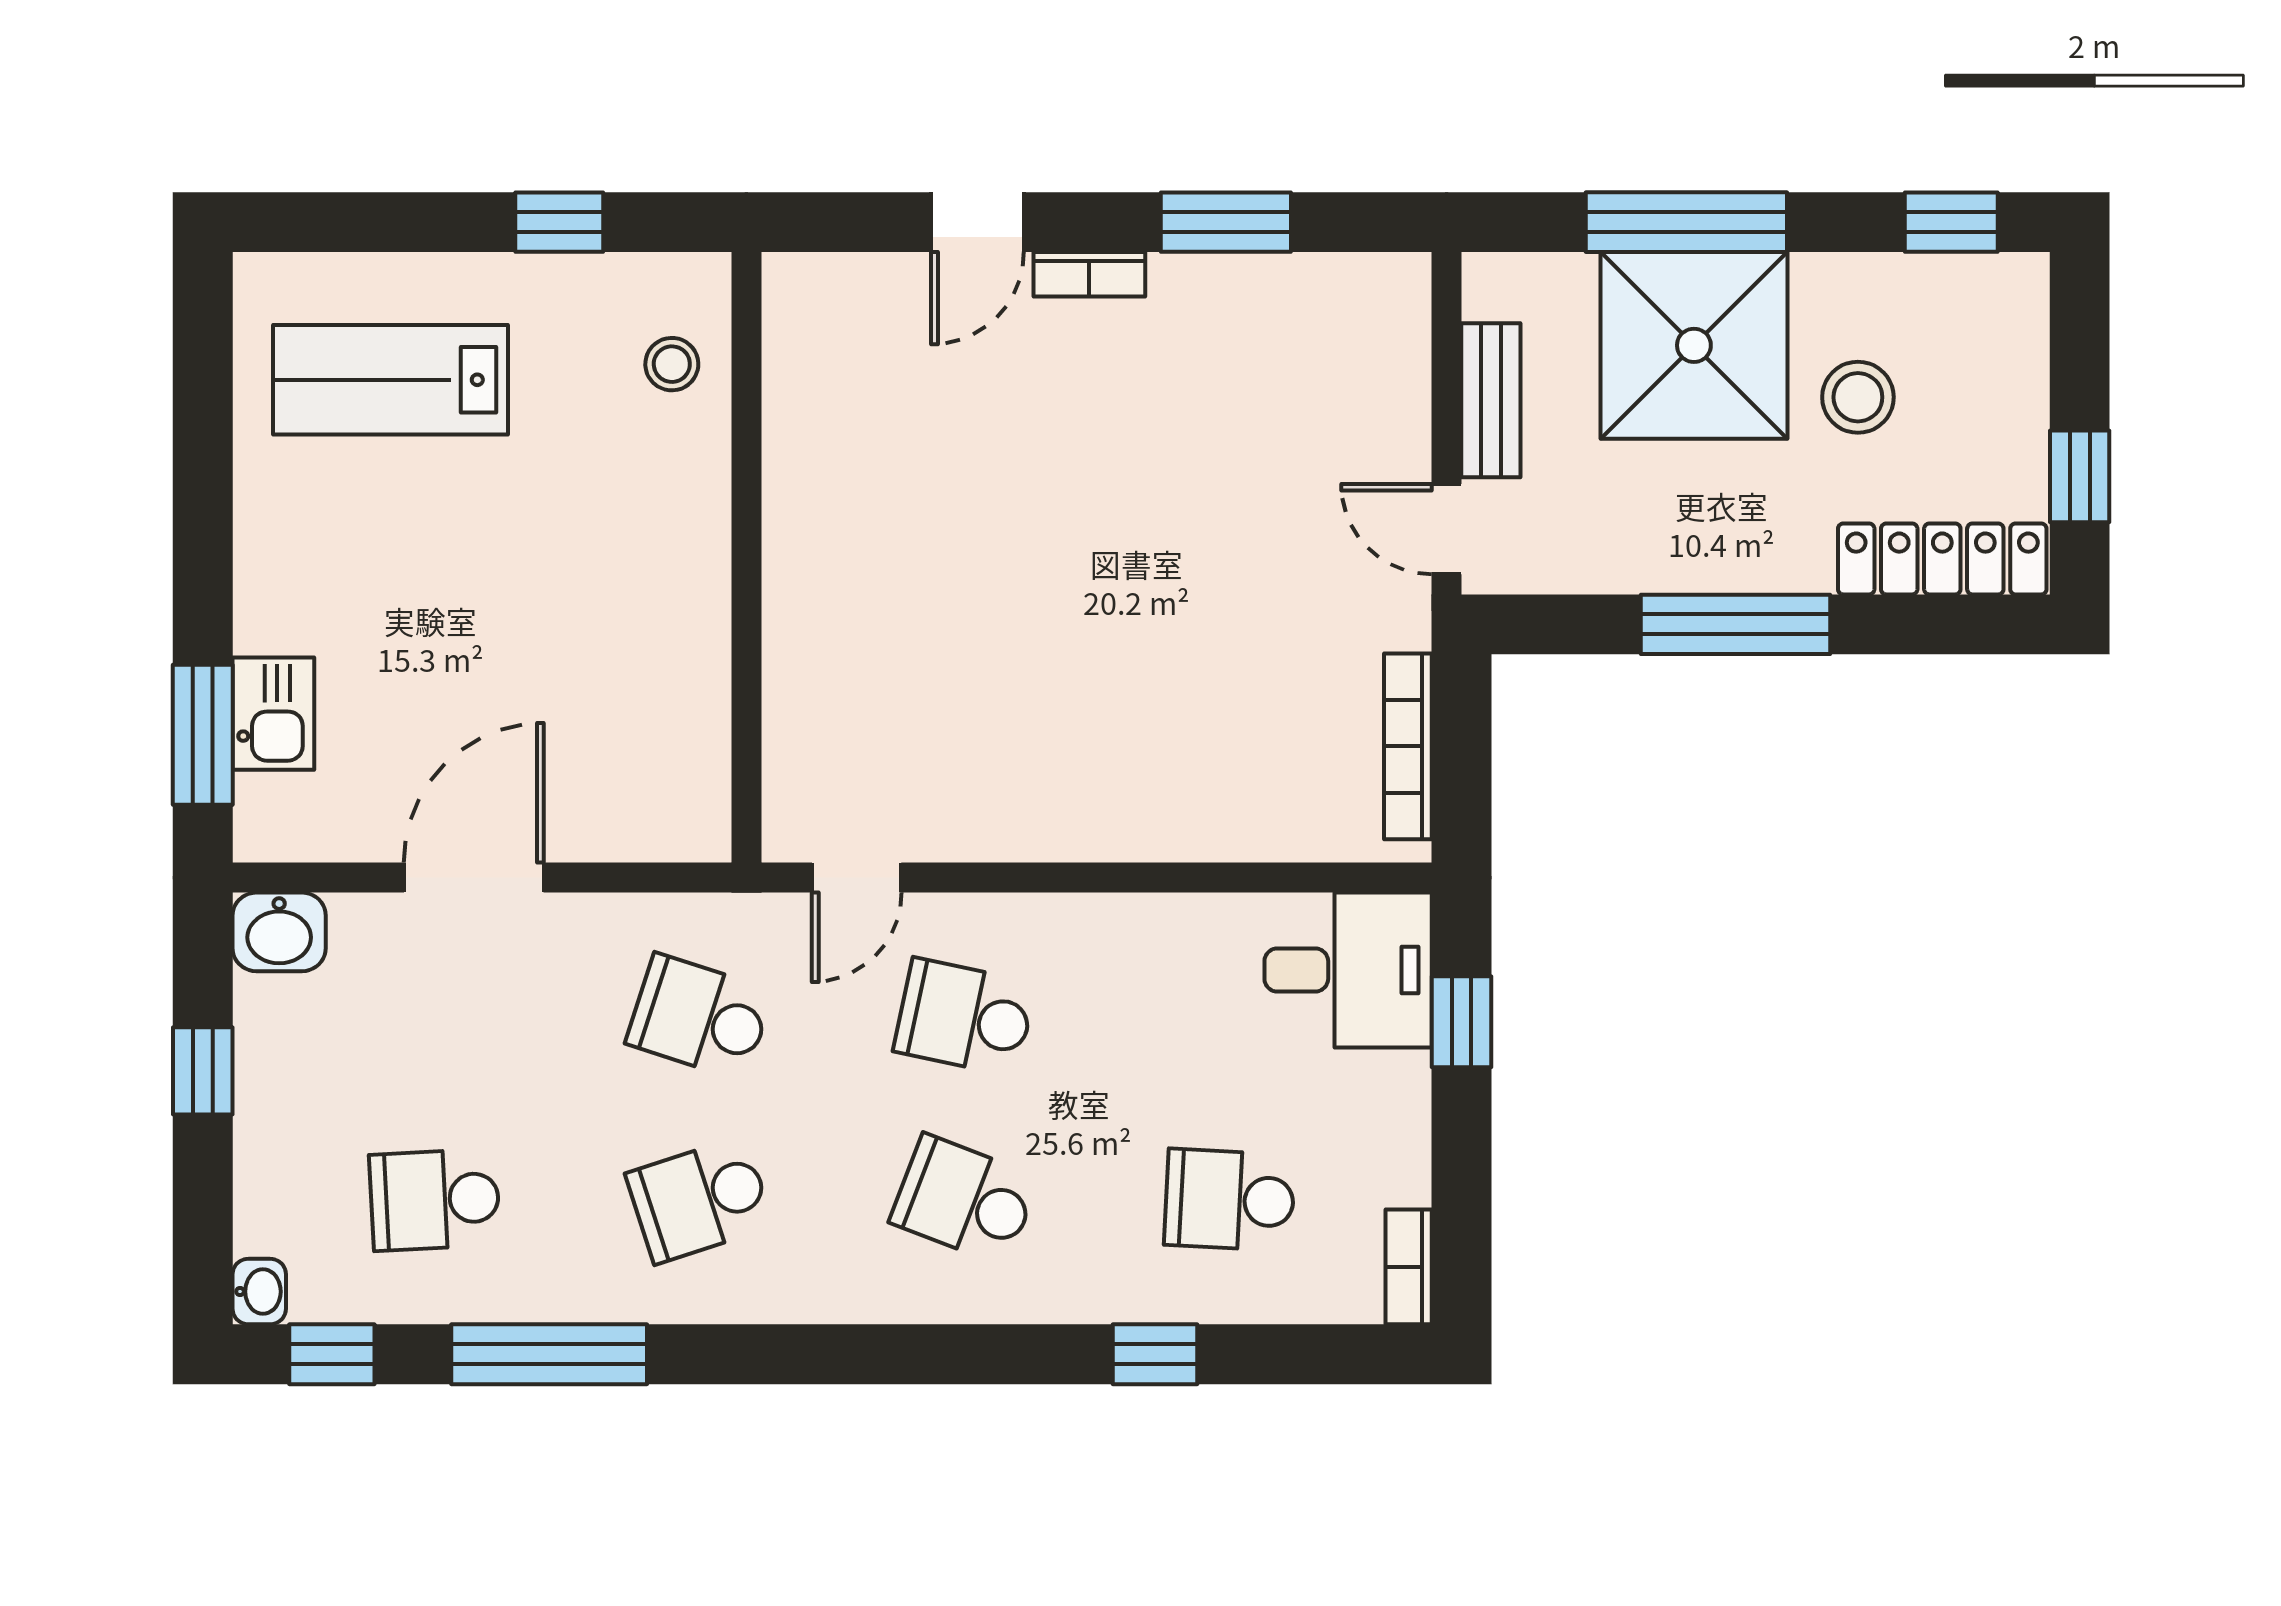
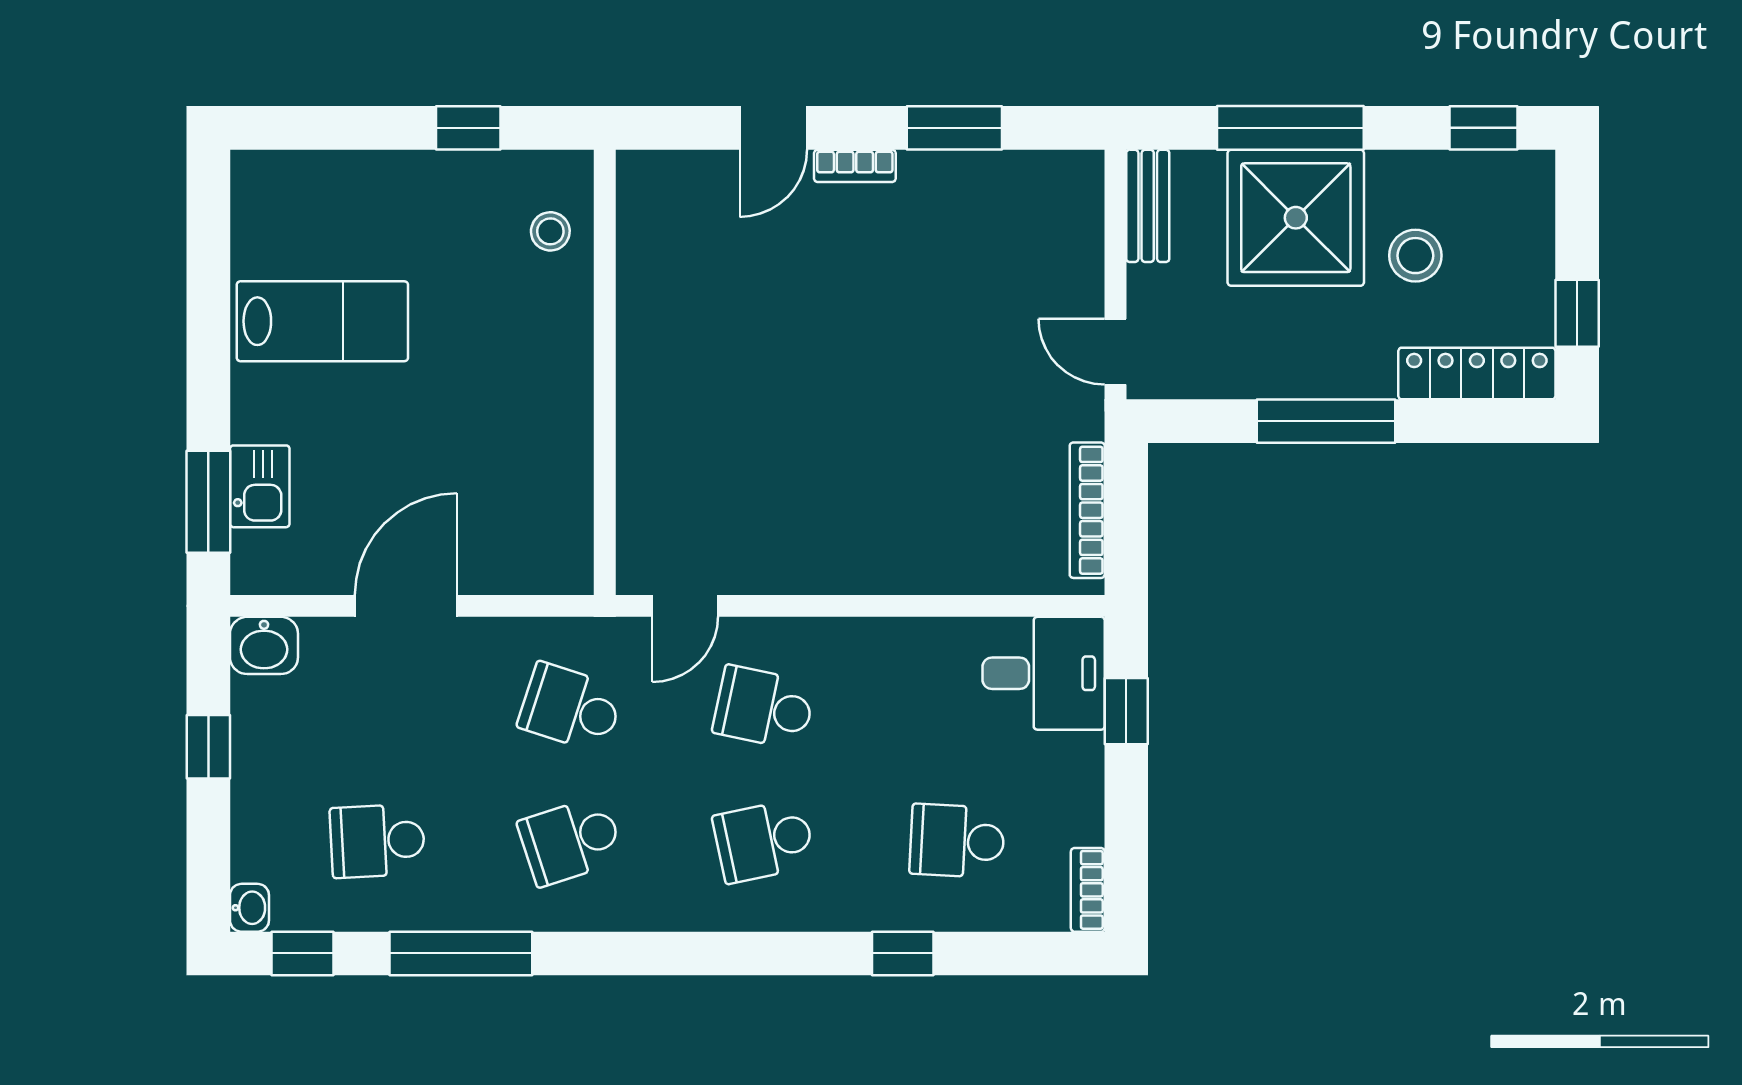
lab bench: (390, 380) -> (322, 321), moved, turned 180
bench: (1491, 400) -> (1148, 206), moved
school desk: (965, 1200) -> (764, 841), turned -33

